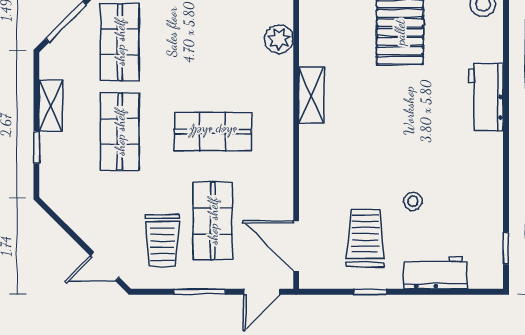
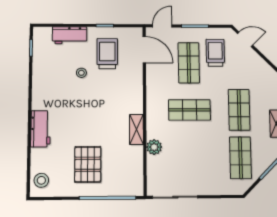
plant: (279, 39) -> (154, 147), moved
trolley: (365, 238) -> (107, 54), turned 180

